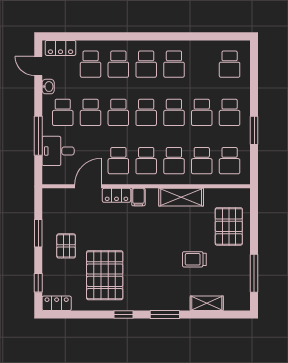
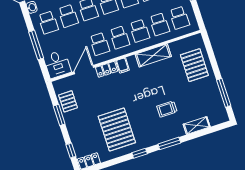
desk: (58, 151) -> (57, 64), moved, turned -90
pallet: (66, 246) -> (68, 101), moved
trolley: (194, 259) -> (167, 109), moved

